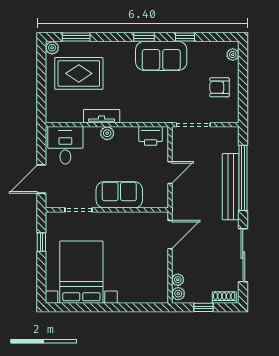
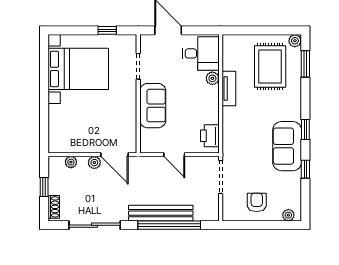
plant: (107, 133) -> (212, 78), moved
plant: (178, 294) -> (94, 163), moved

